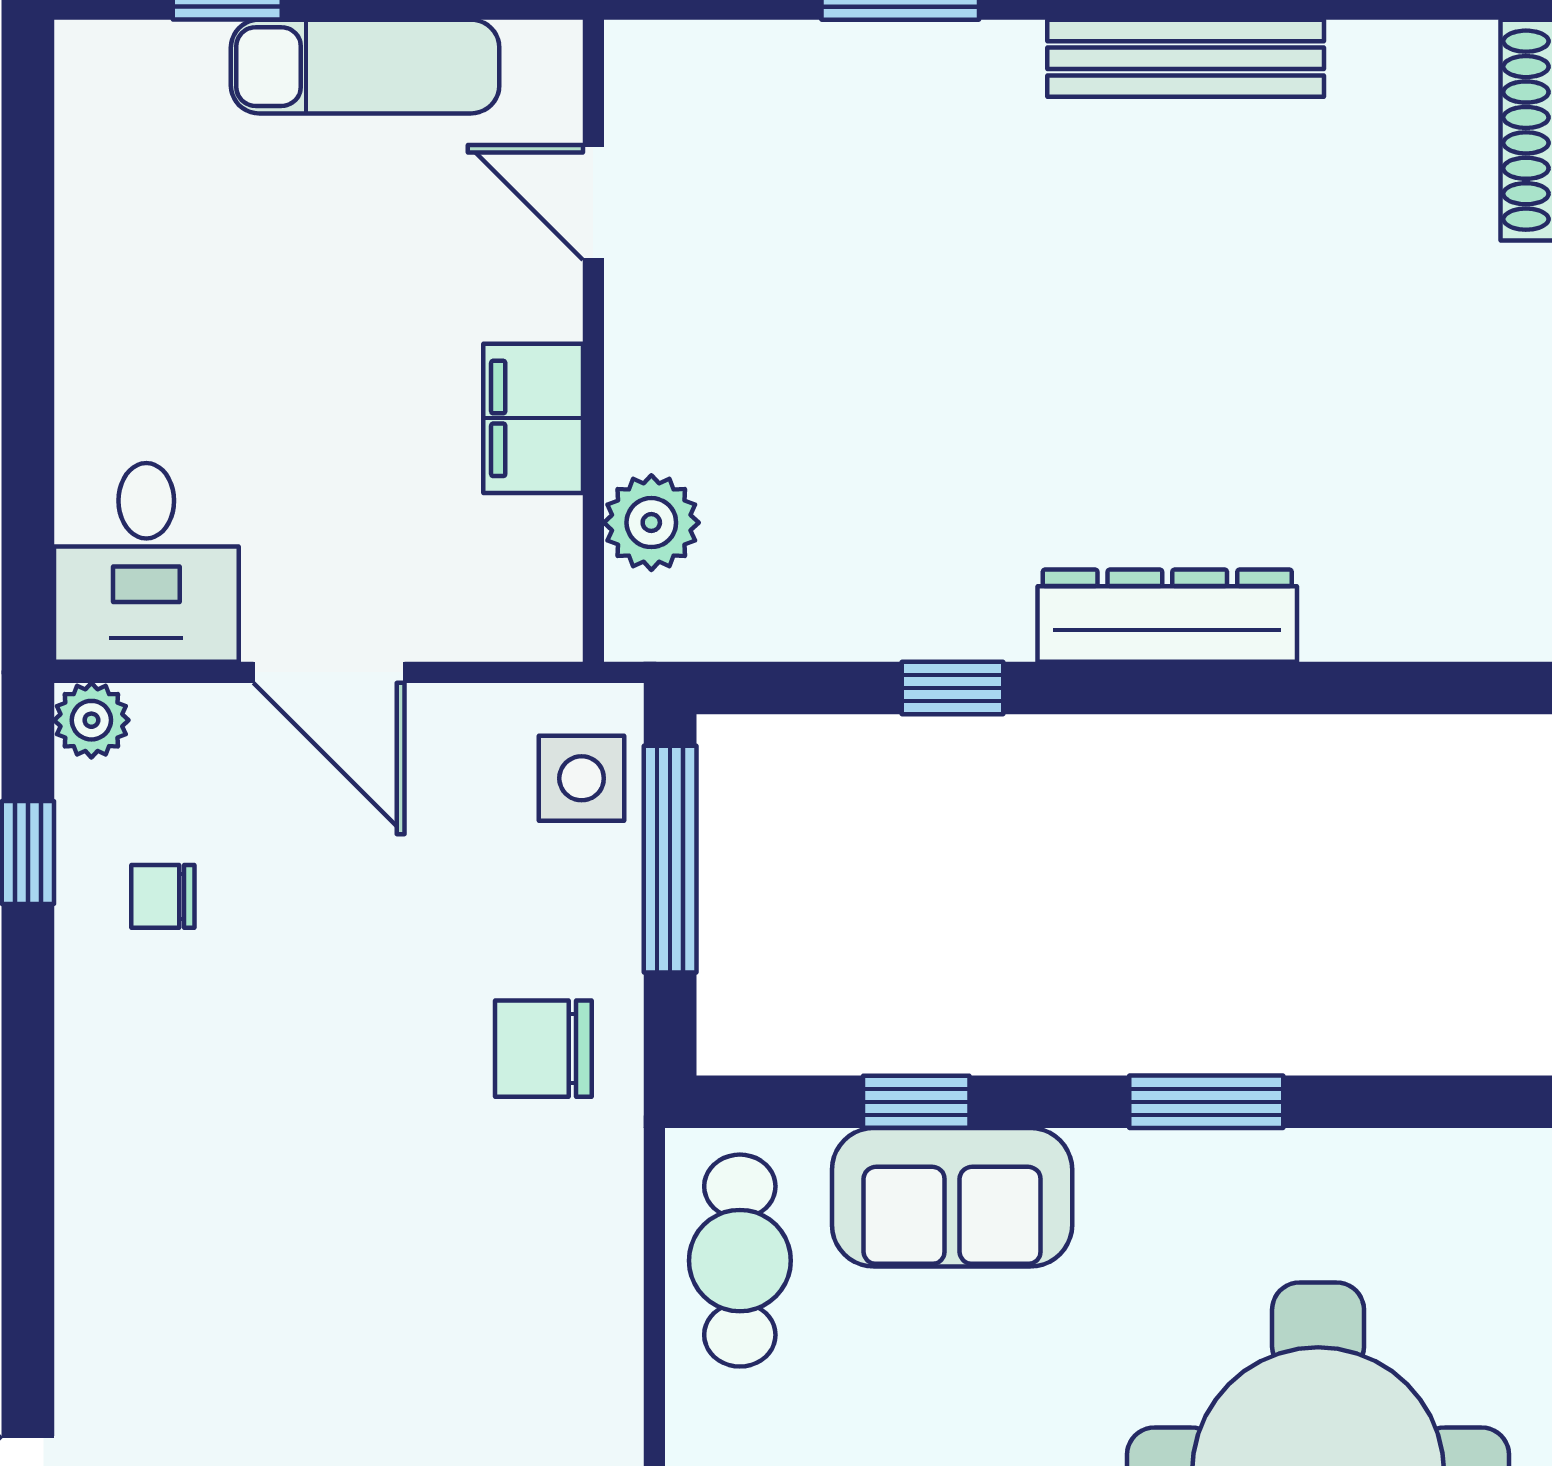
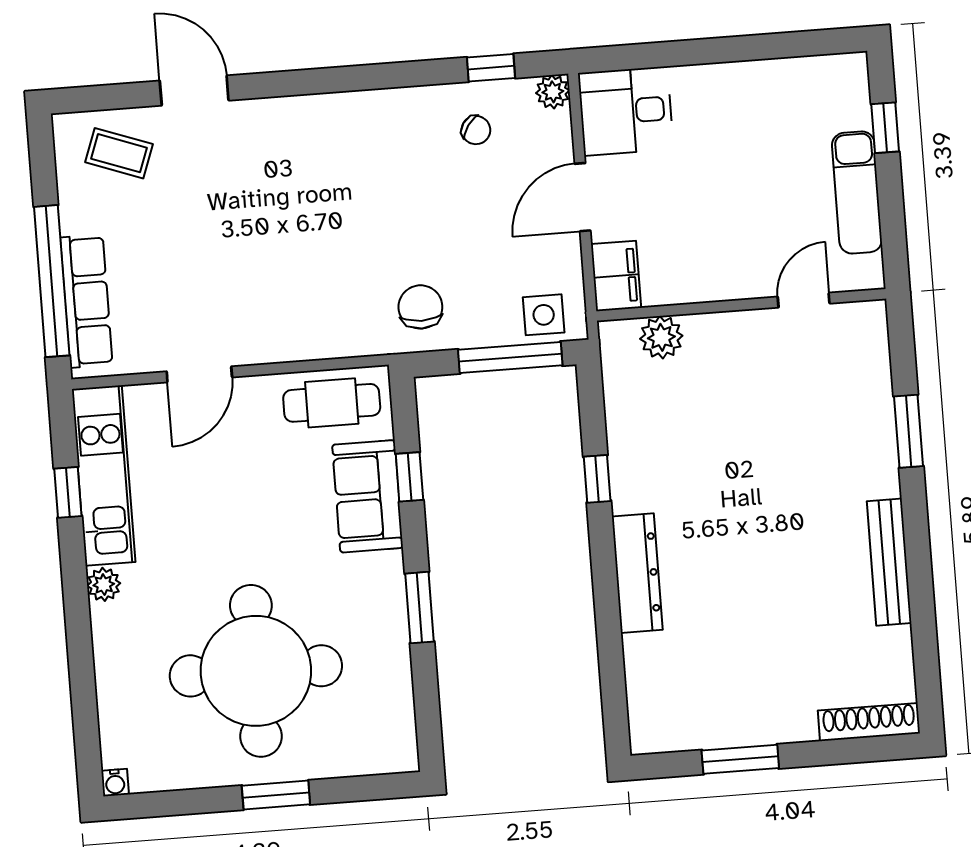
filing cabinet: (533, 418) -> (616, 276), moved, turned 90
chair: (163, 896) -> (476, 130), turned 125

